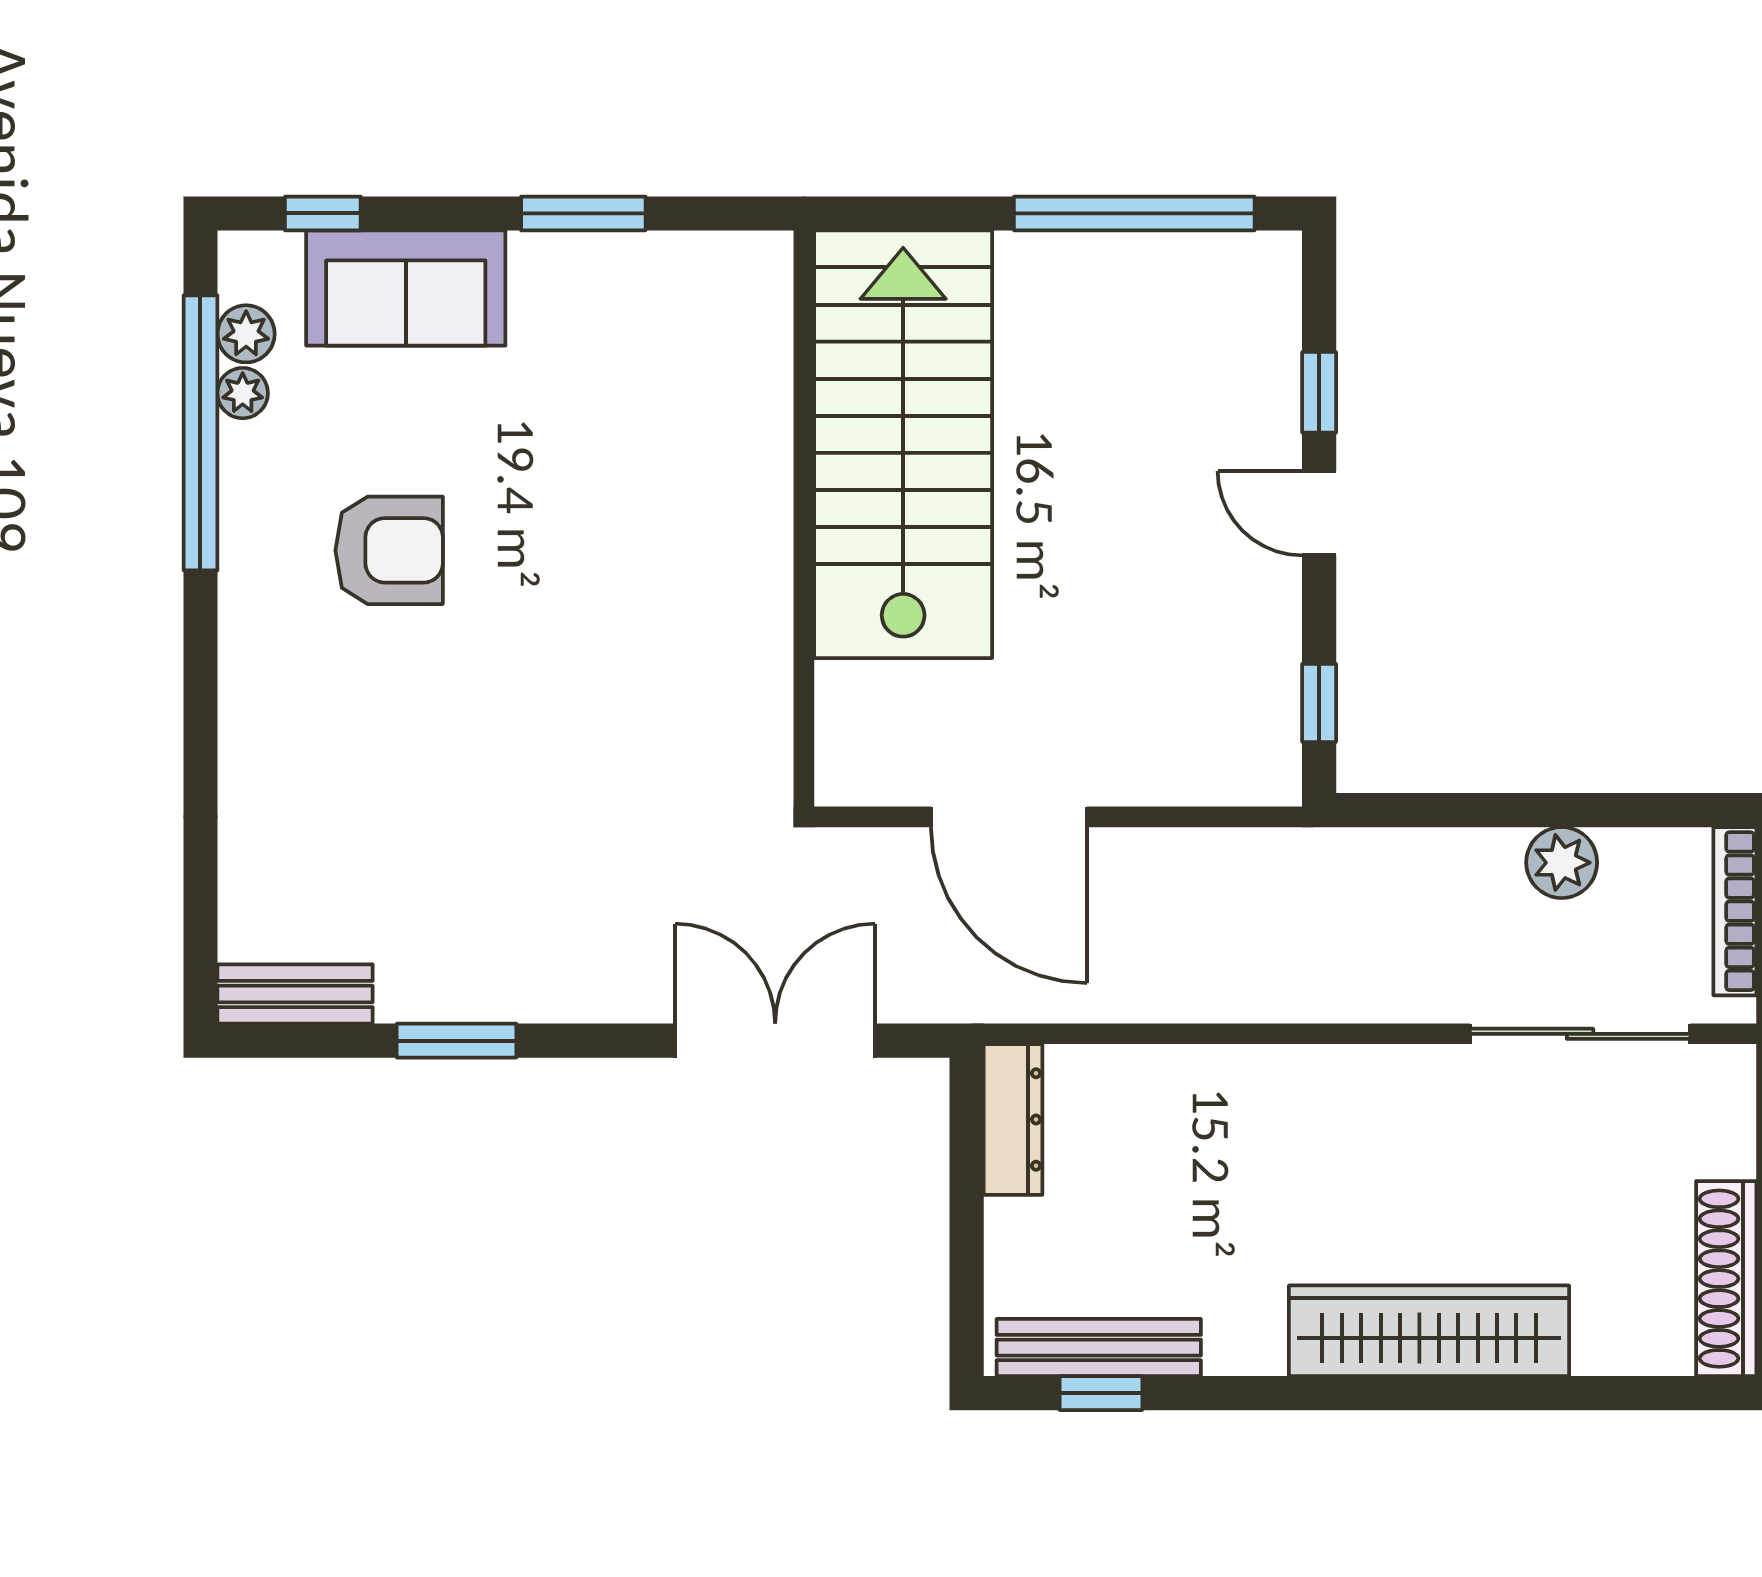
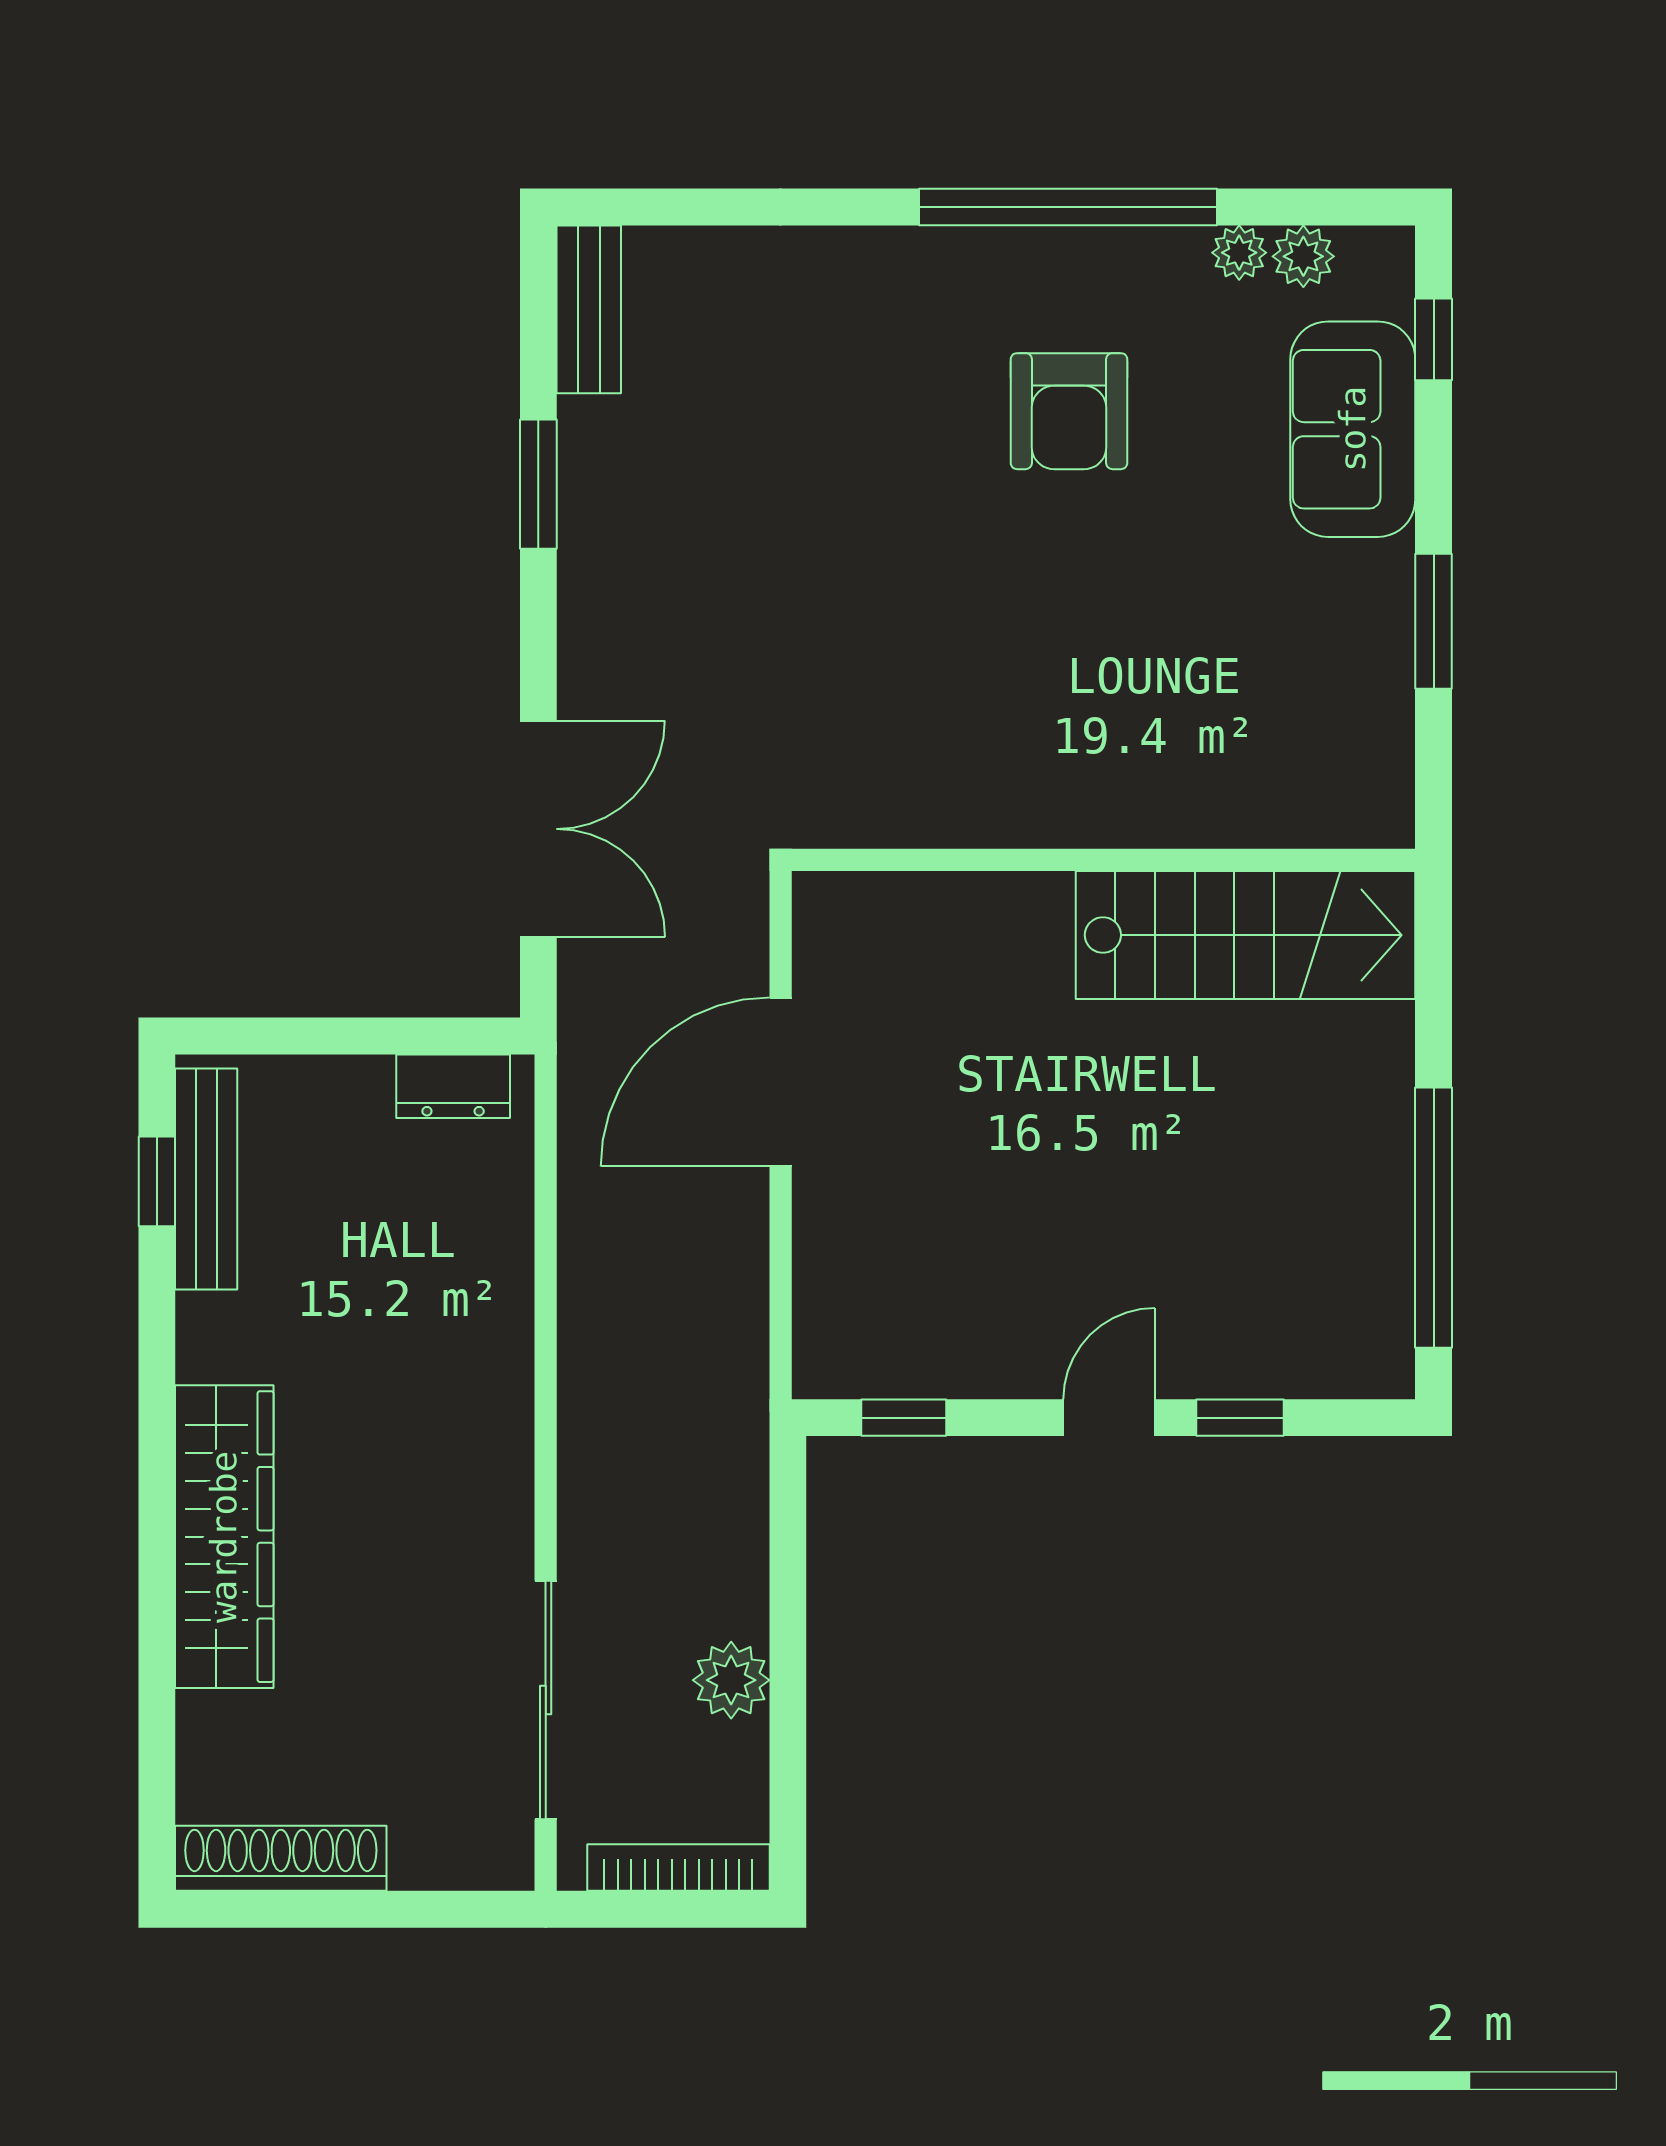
window: (200, 433) -> (1068, 207), moved
stairs: (903, 444) -> (1245, 935), width x0.73, depth x0.66
dresser: (1013, 1119) -> (453, 1086), width x0.70

